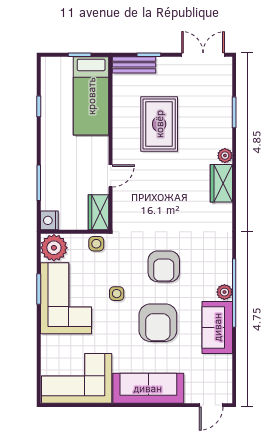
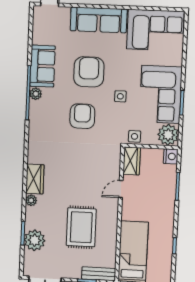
plant: (219, 104) -> (35, 240), added

